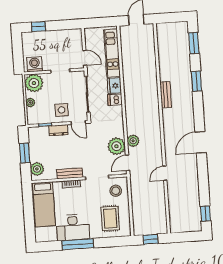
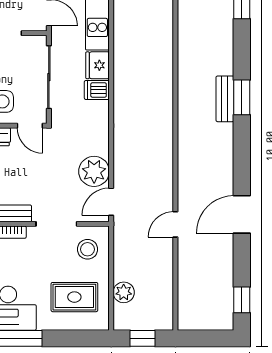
window: (196, 81) -> (242, 97), moved
bench: (166, 95) -> (225, 99), moved
plant: (133, 141) -> (124, 292), moved
door: (201, 142) -> (242, 214), moved
rug: (110, 218) -> (74, 297), turned 90

